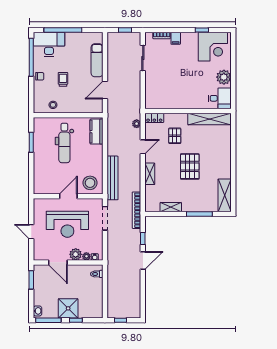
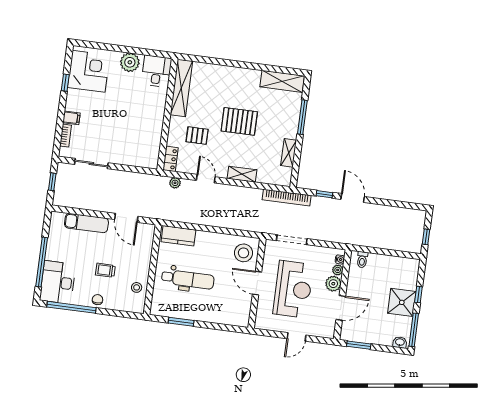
bench: (113, 178) -> (241, 223), removed

